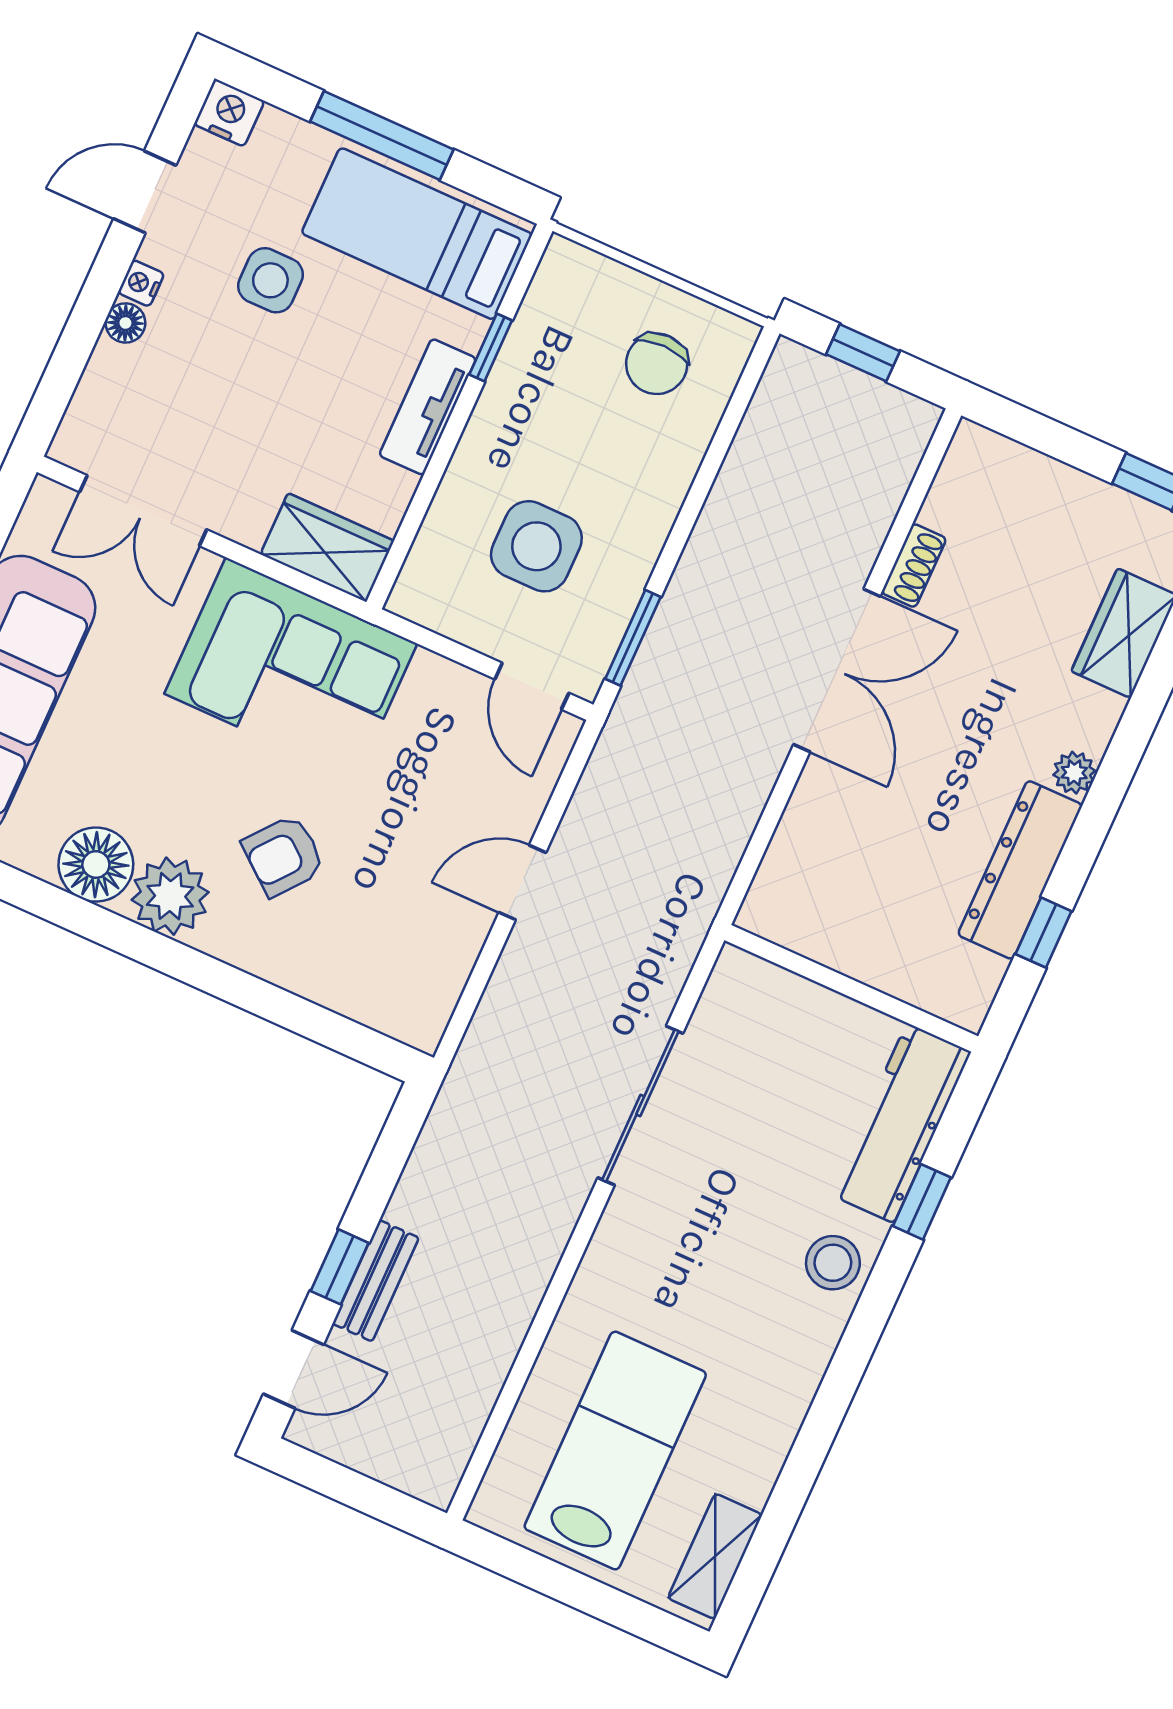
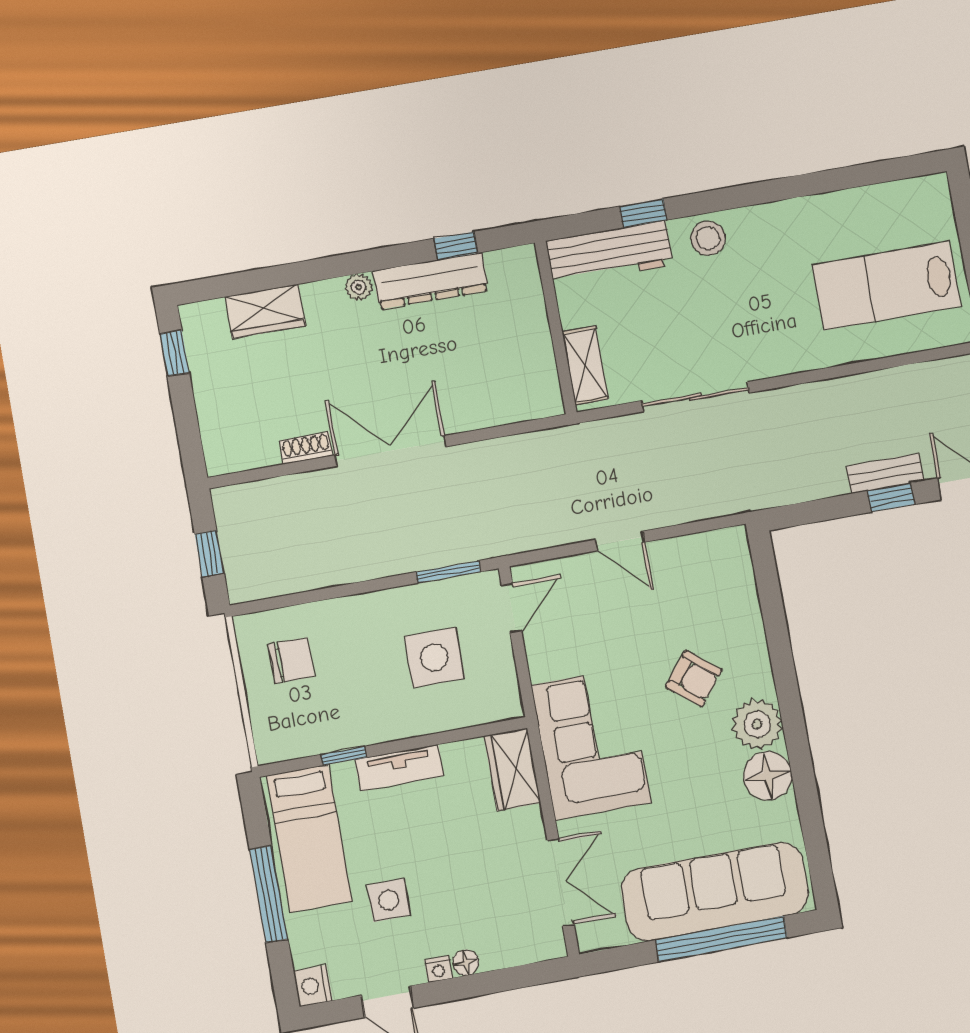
shelving: (715, 1556) -> (585, 365), moved, turned 90

